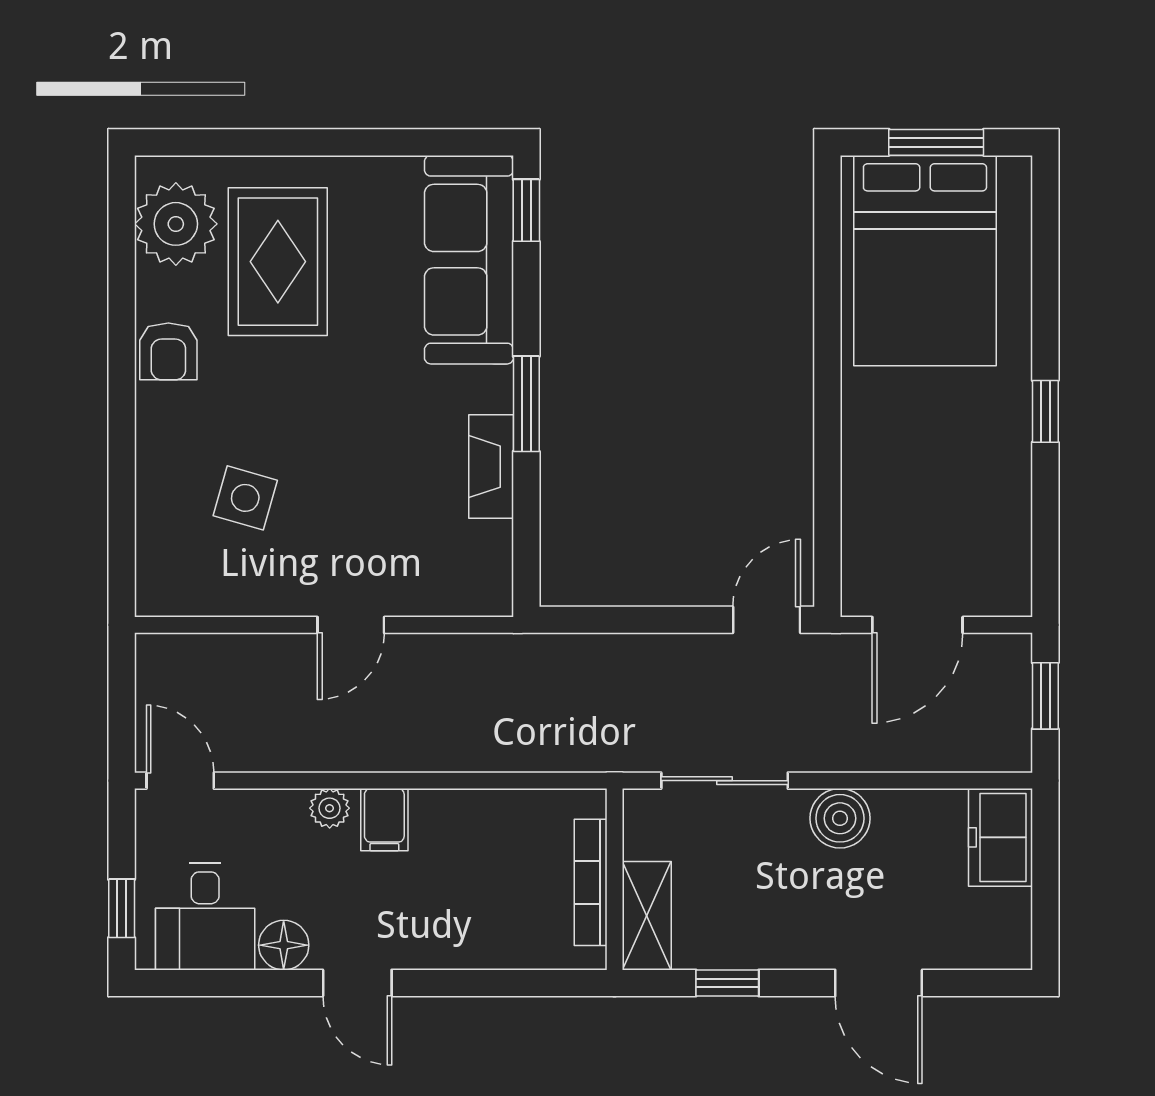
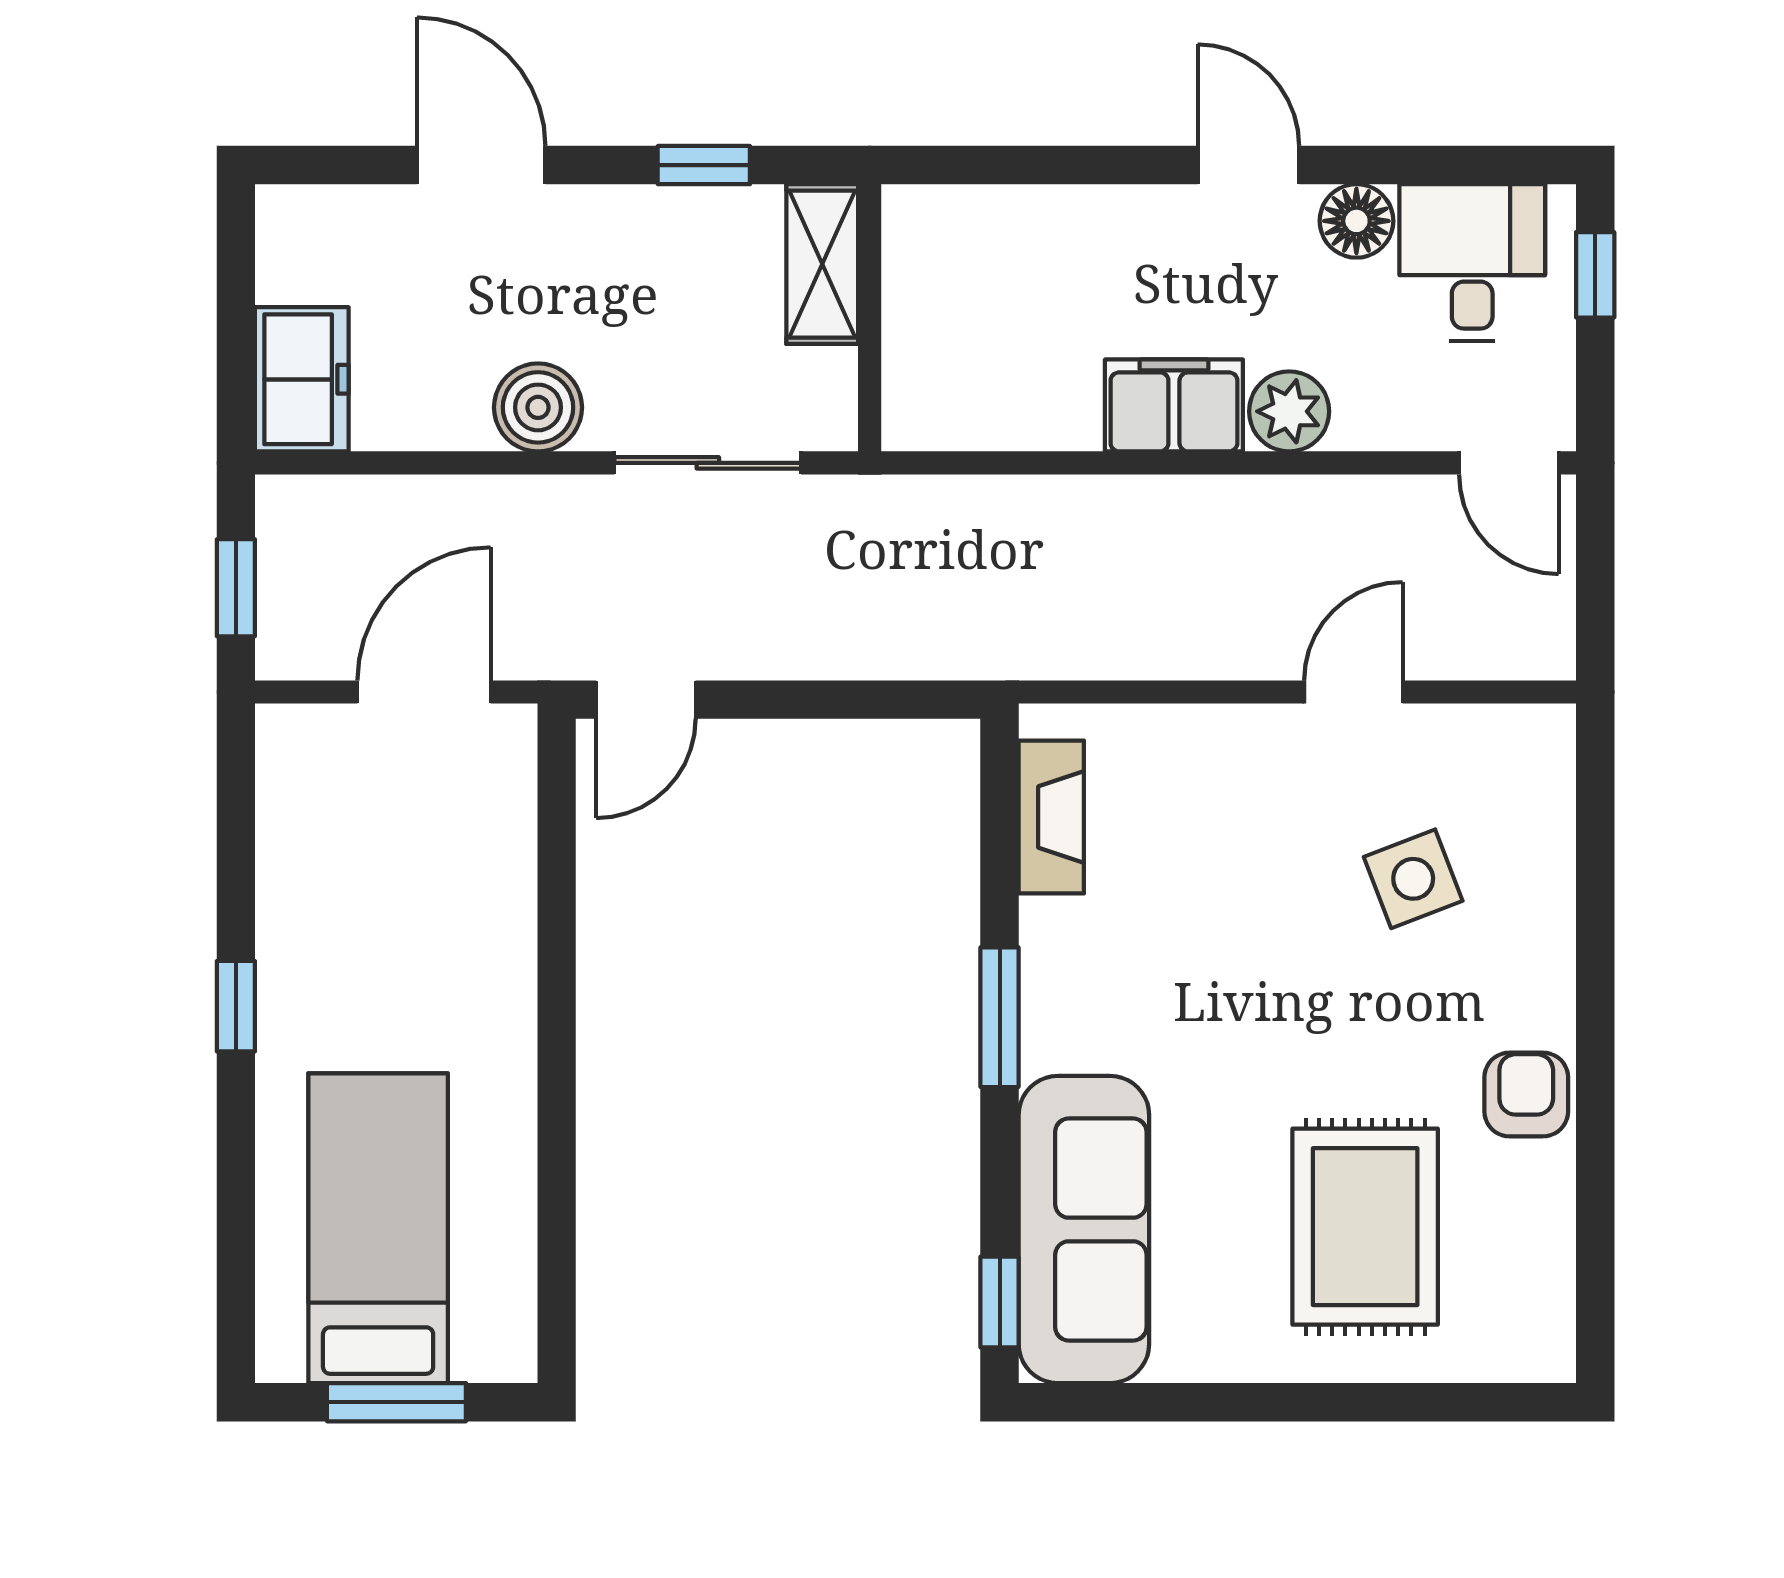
plant: (176, 224) -> (1515, 1282), removed
bed: (925, 261) -> (378, 1228), width x0.67
fireplace: (491, 467) -> (1051, 817), moved
side table: (245, 498) -> (1413, 879), turned -37
door: (351, 625) -> (1353, 692), moved
plant: (330, 808) -> (1289, 411), width x1.38, depth x1.38
filing cabinet: (384, 820) -> (1174, 405), width x2.00
bookcase: (591, 882) -> (905, 313), removed

